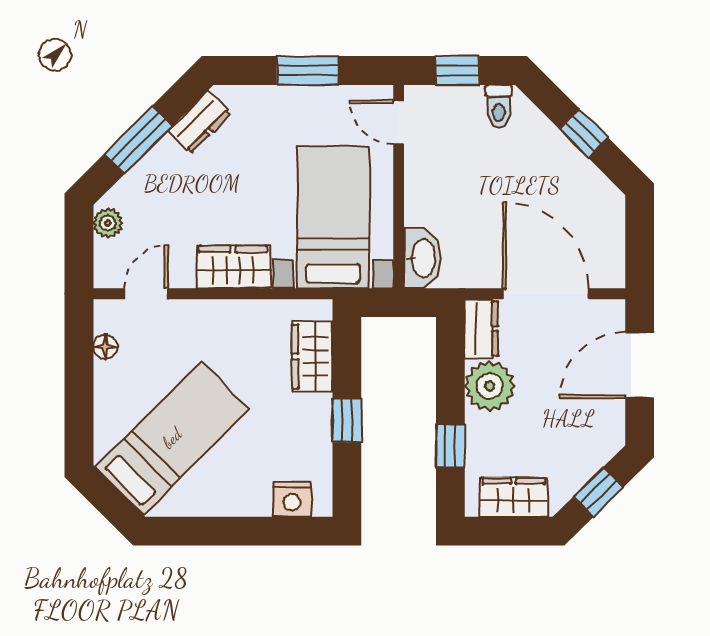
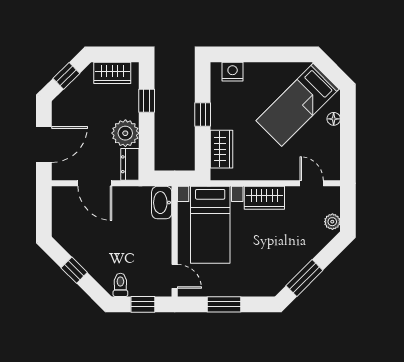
dresser: (200, 122) -> (283, 276), removed
window: (139, 140) -> (304, 278), moved
door: (146, 294) -> (312, 183), swing flipped
door: (546, 294) -> (95, 183), width x0.73
floor lamp: (105, 347) -> (334, 119), moved

